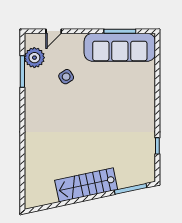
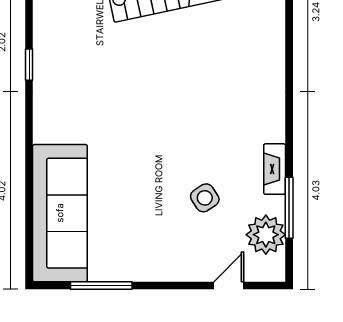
sofa: (120, 47) -> (60, 213), moved, turned 90
fireplace: (30, 92) -> (275, 169), added

